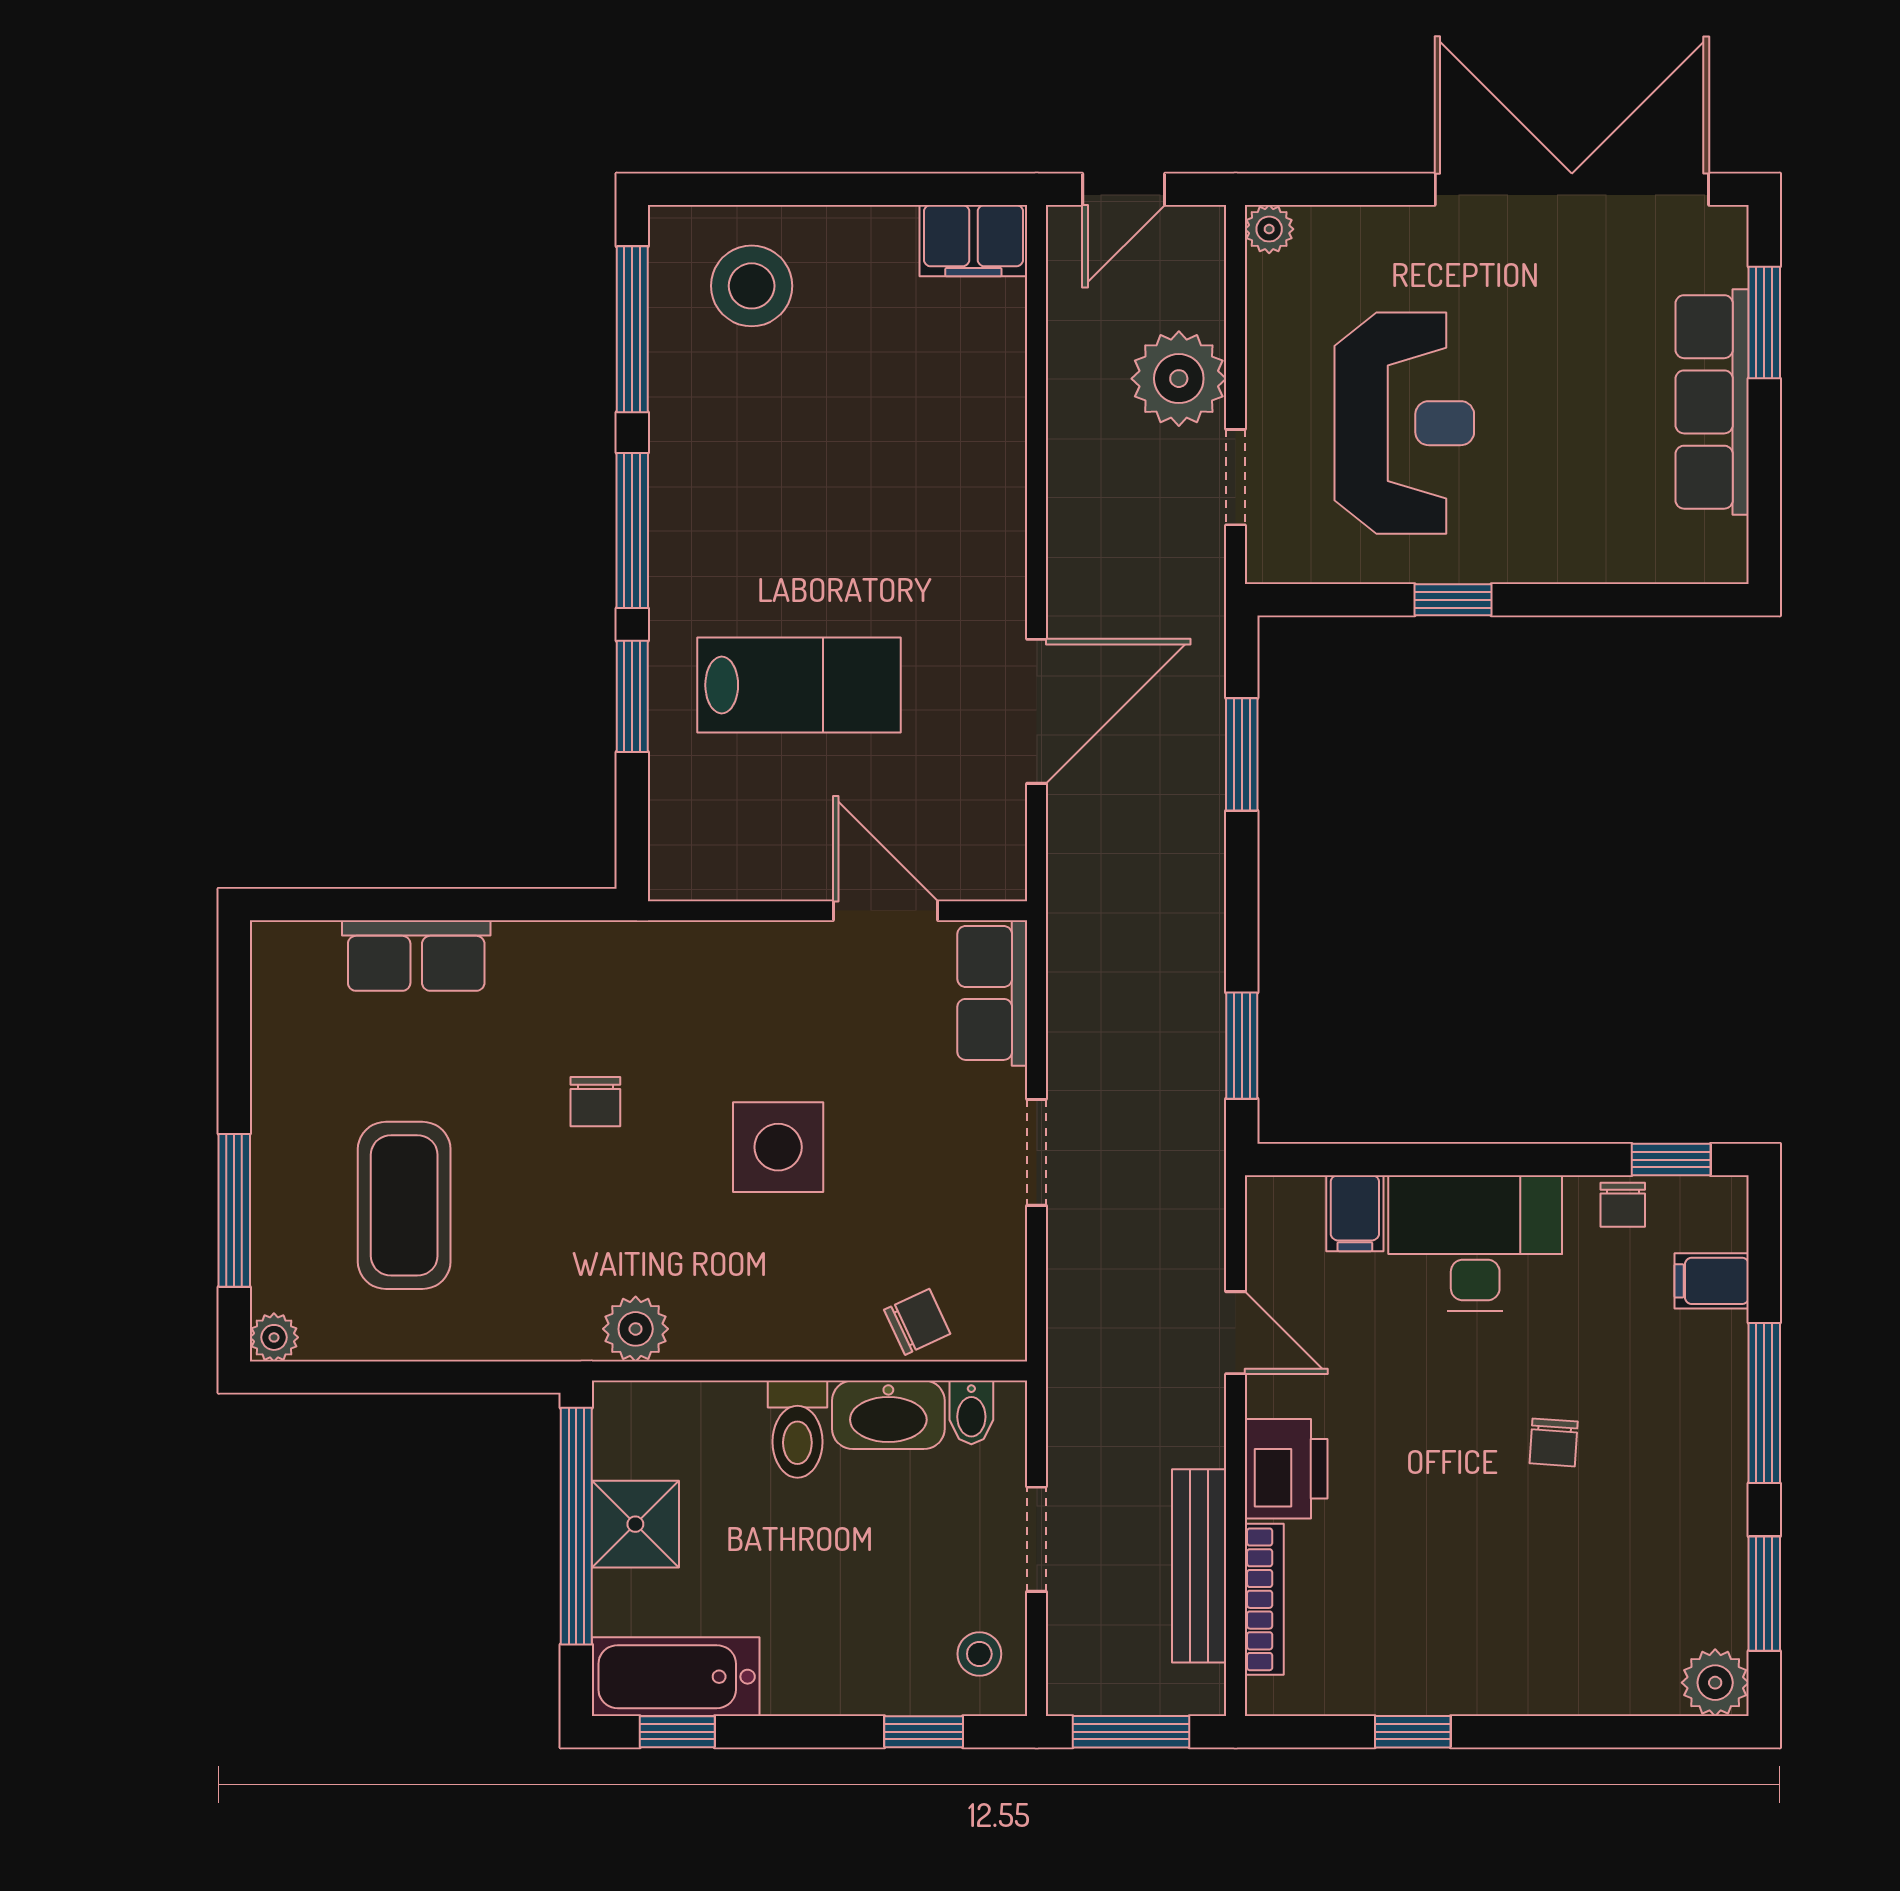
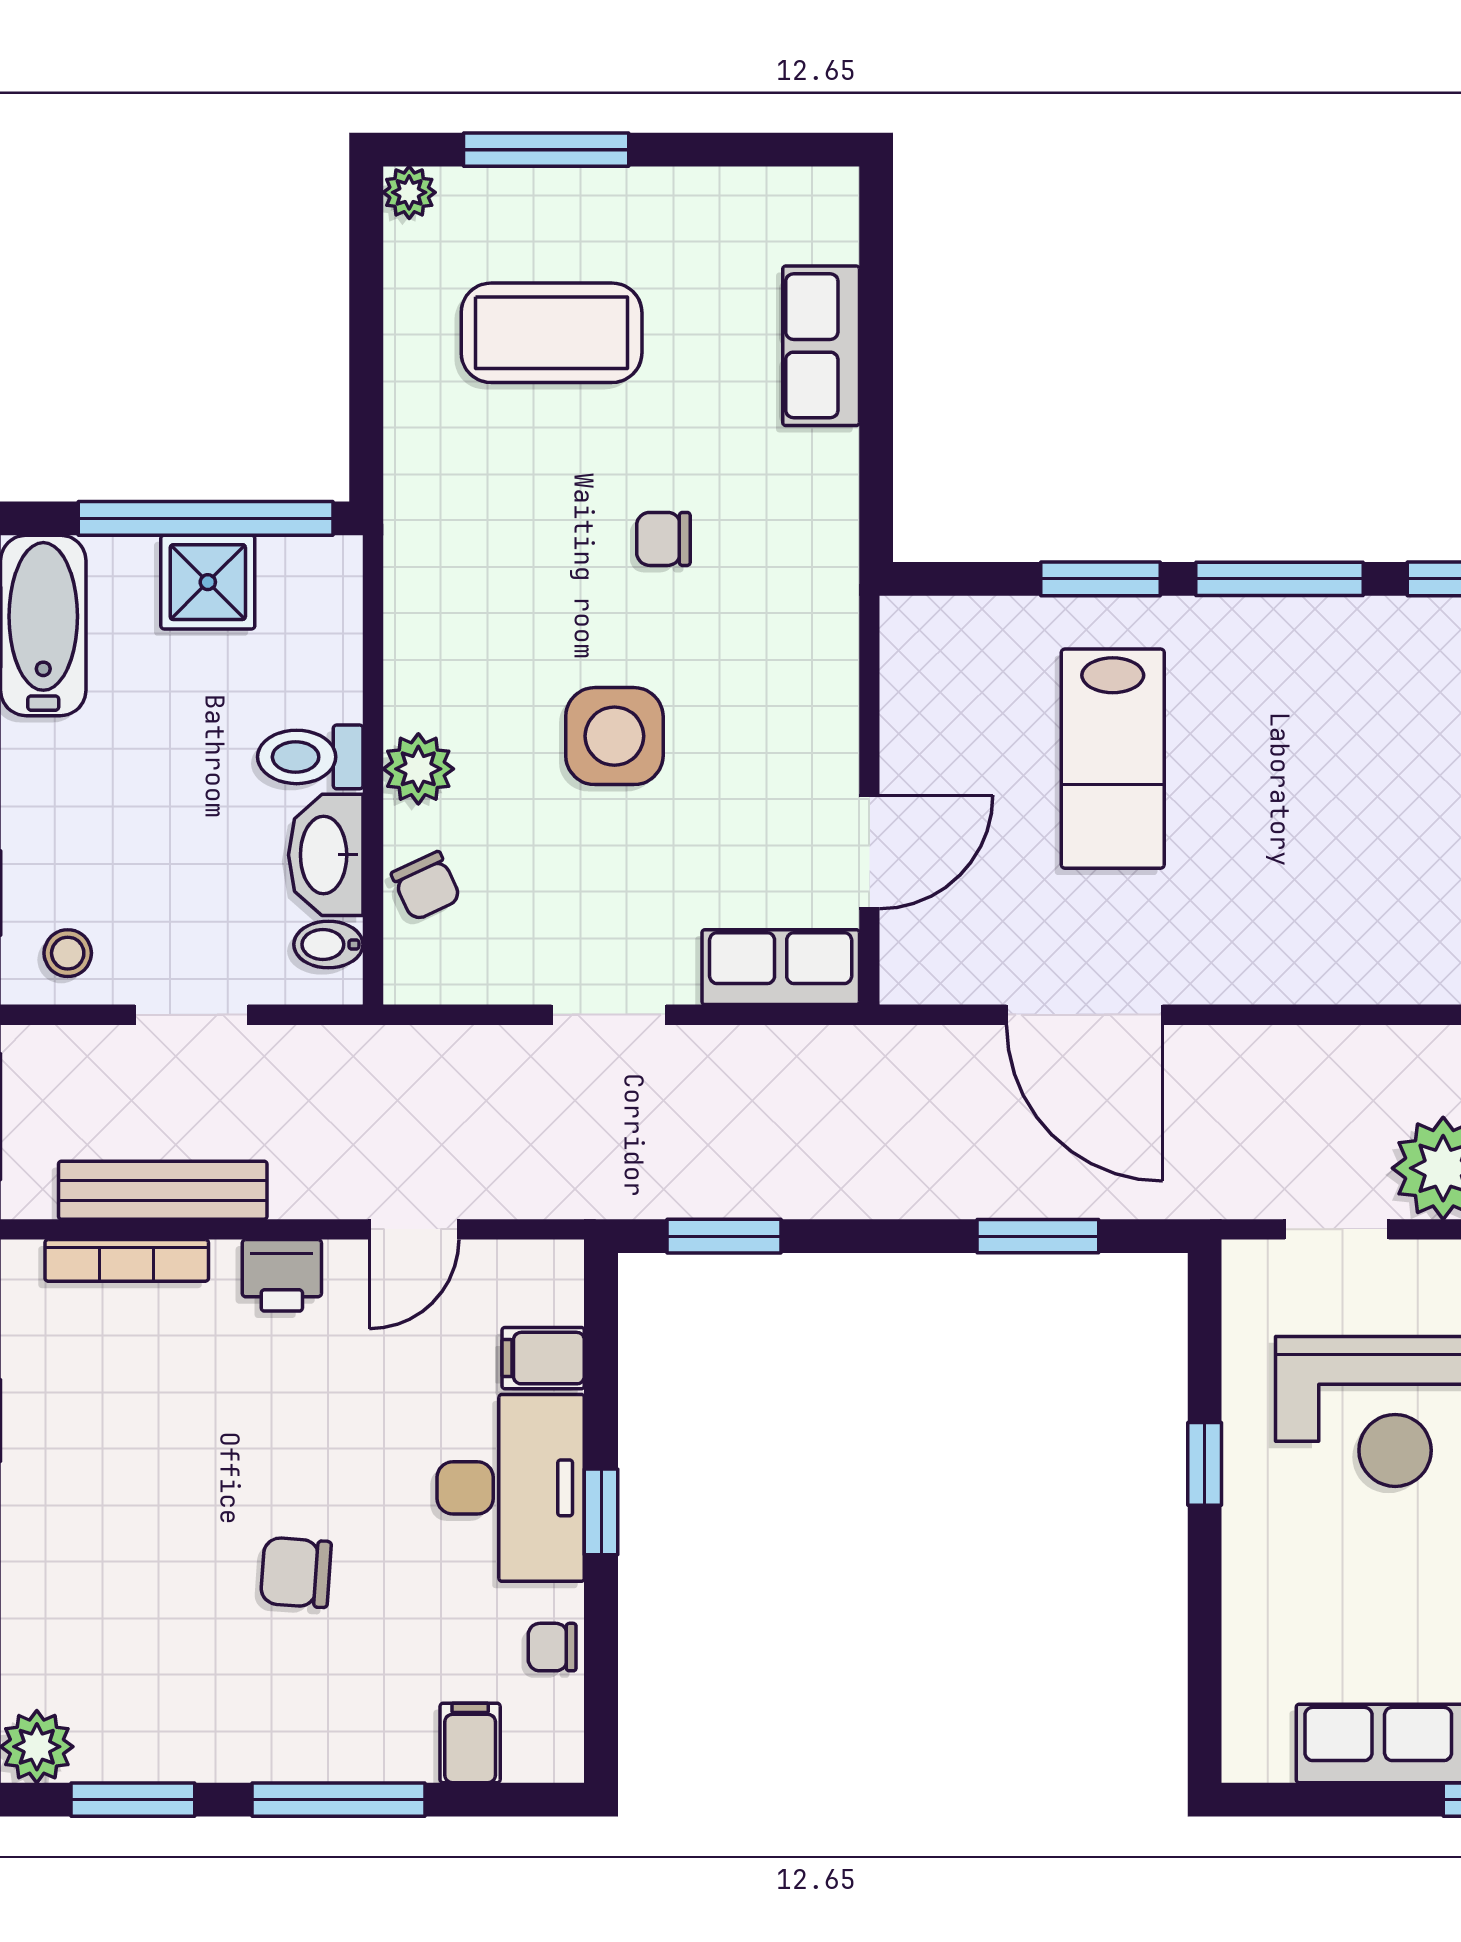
window: (1671, 1160) -> (601, 1512), moved
plant: (636, 1329) -> (418, 769), moved
chair: (1554, 1442) -> (296, 1572), width x1.37, depth x1.37
printer: (1286, 1469) -> (282, 1275), width x0.73, depth x0.81

